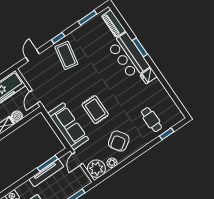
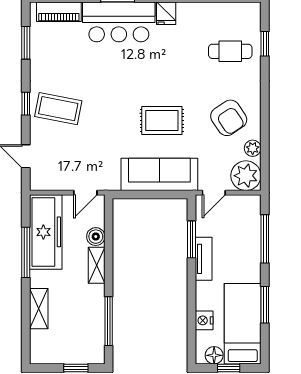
door: (35, 97) -> (85, 193), hinge flipped
door: (78, 159) -> (214, 193), hinge flipped
tv unit: (46, 173) -> (204, 259), width x0.71

